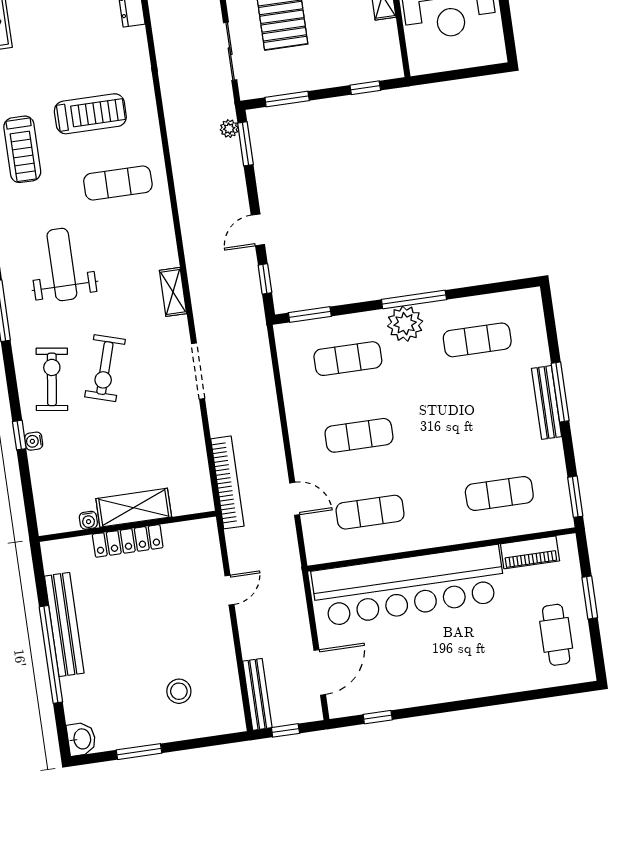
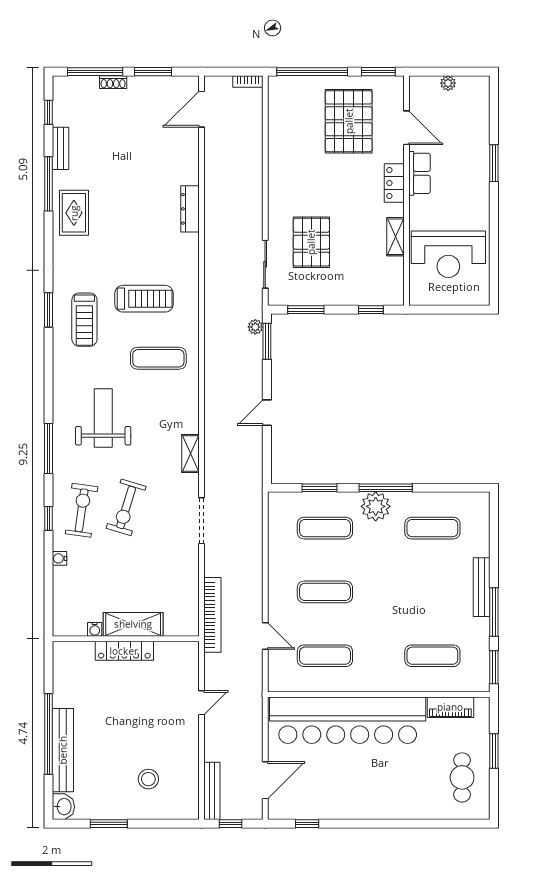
window: (265, 279) -> (267, 454), removed
window: (310, 314) -> (320, 488), moved
window: (560, 392) -> (494, 612), moved
window: (19, 435) -> (48, 518), moved
bench: (64, 625) -> (63, 750), moved

